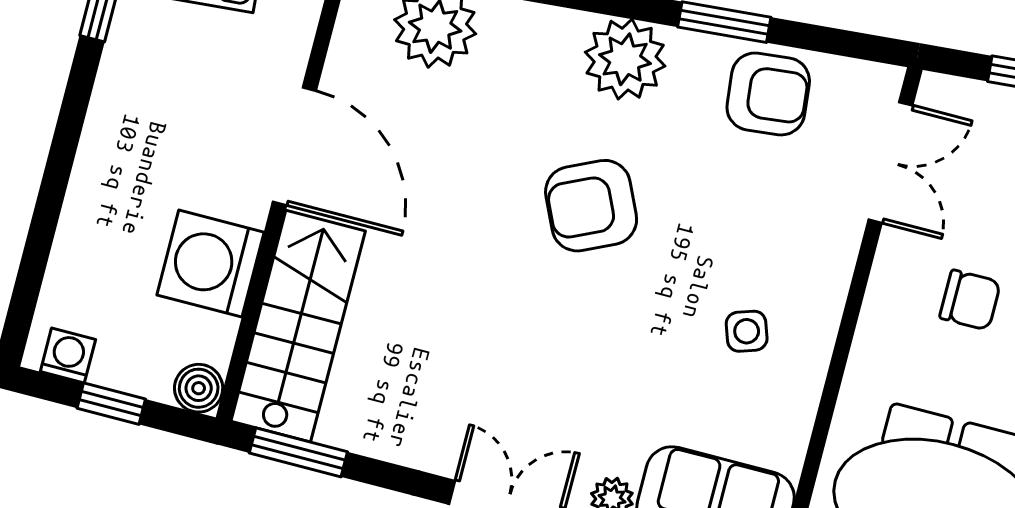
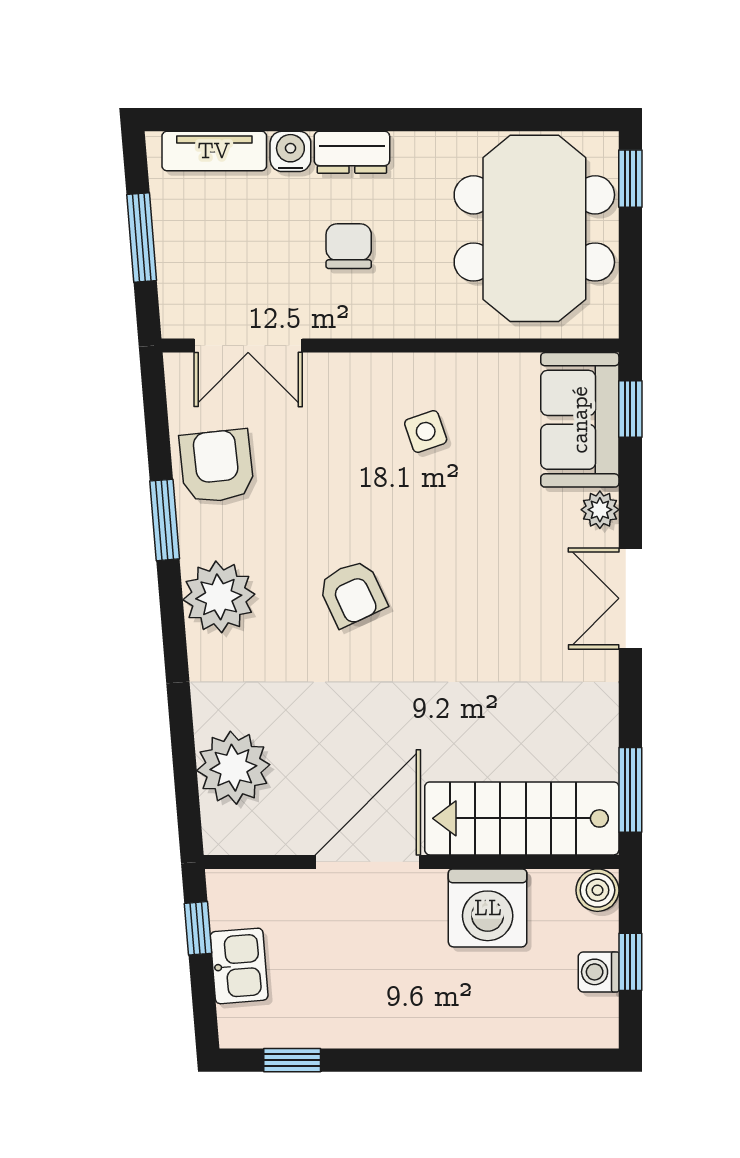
double door: (890, 162) -> (248, 346), swing flipped
armchair: (591, 206) -> (352, 593), width x0.72, depth x0.72
washing machine: (68, 355) -> (599, 972), moved

